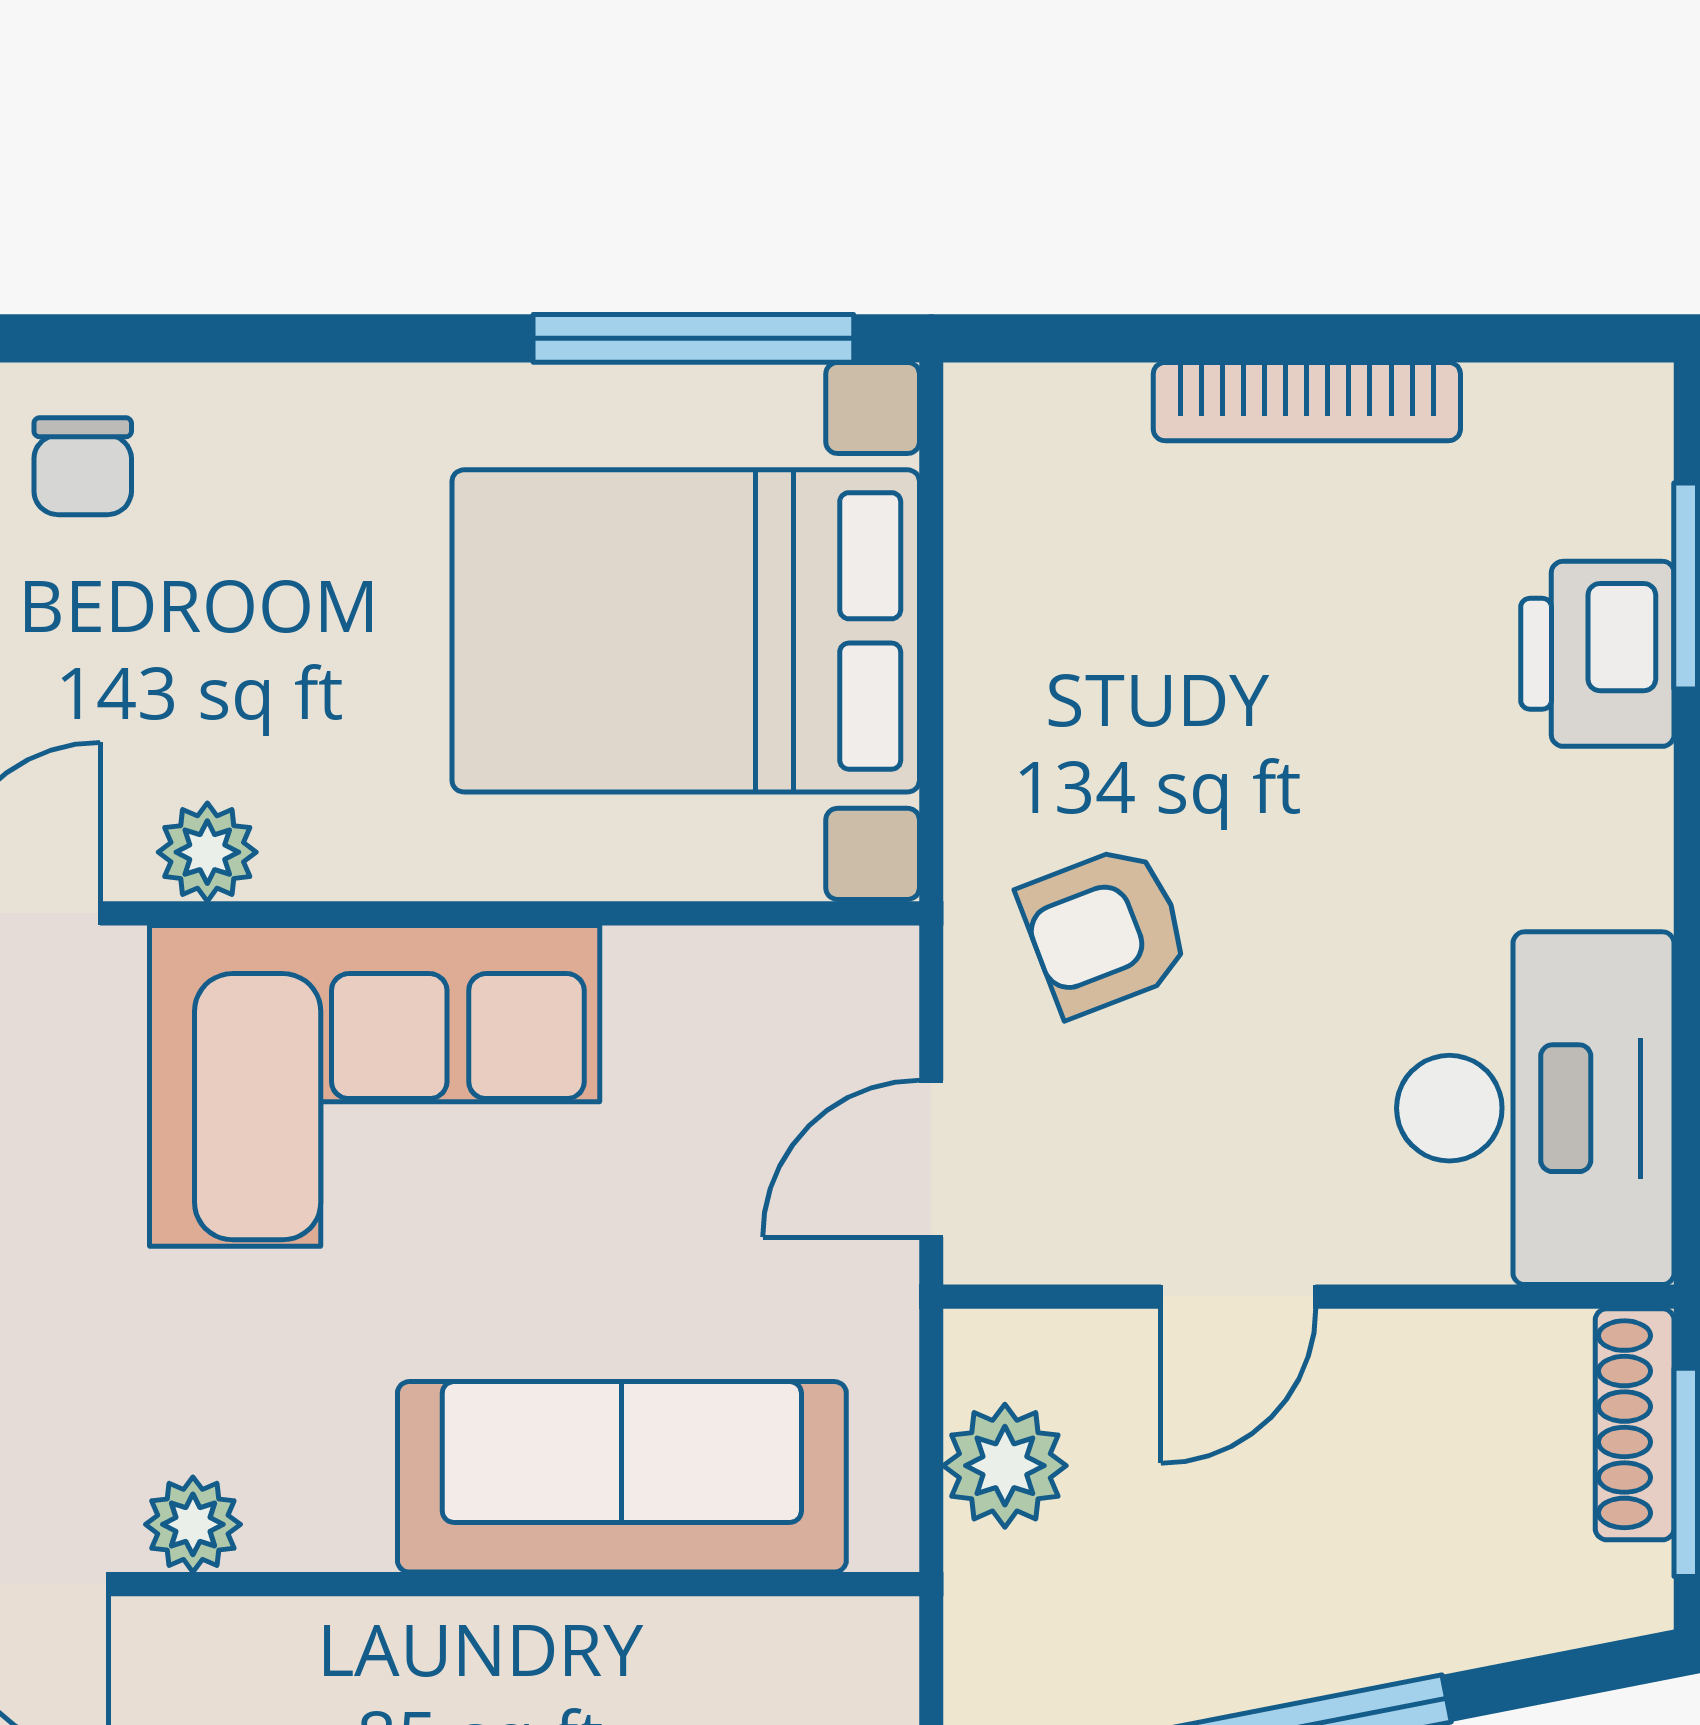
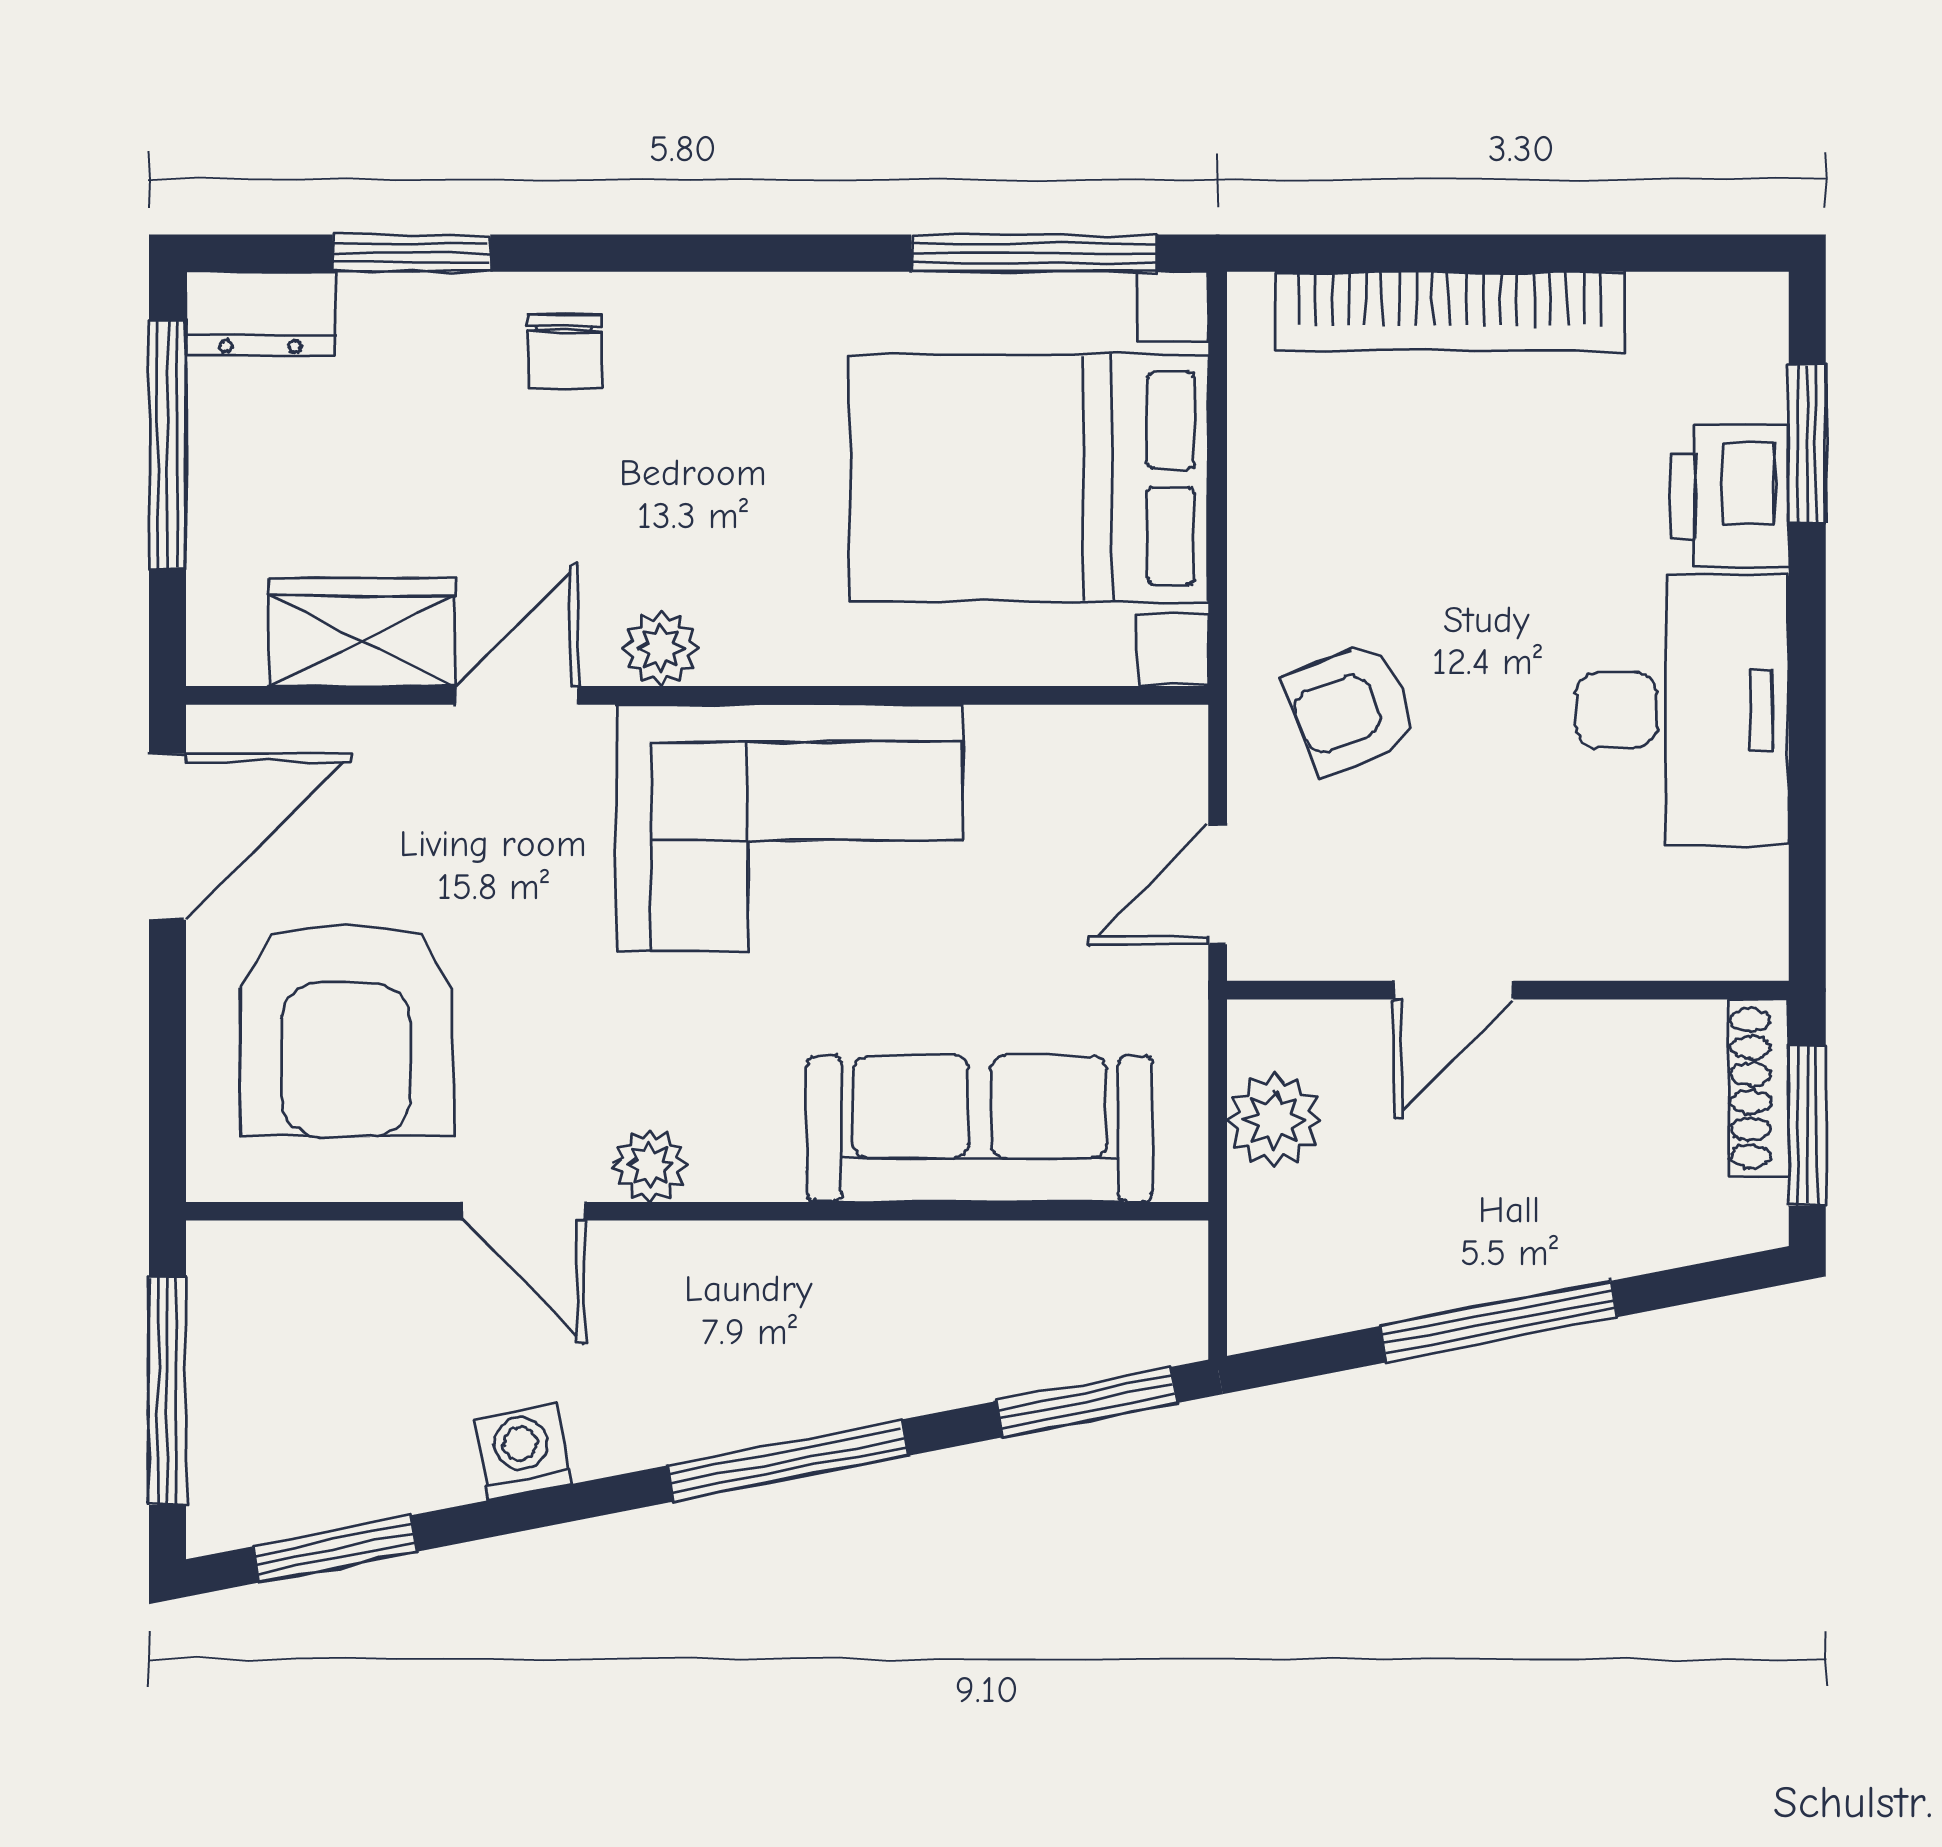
bookcase: (1307, 402) -> (1450, 311), width x1.48, depth x1.31
desk: (1535, 1108) -> (1682, 710), moved

